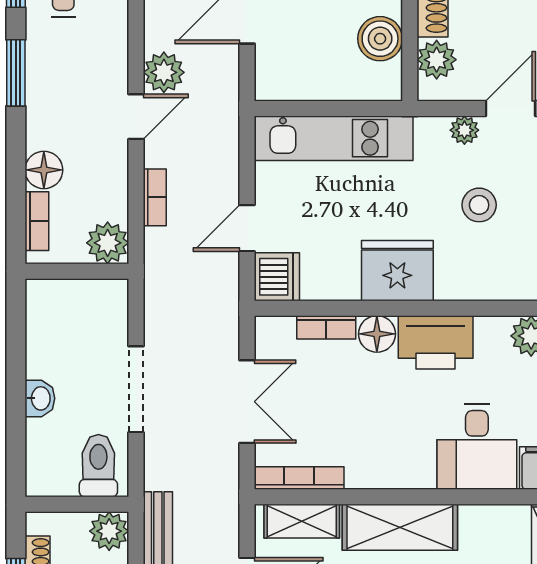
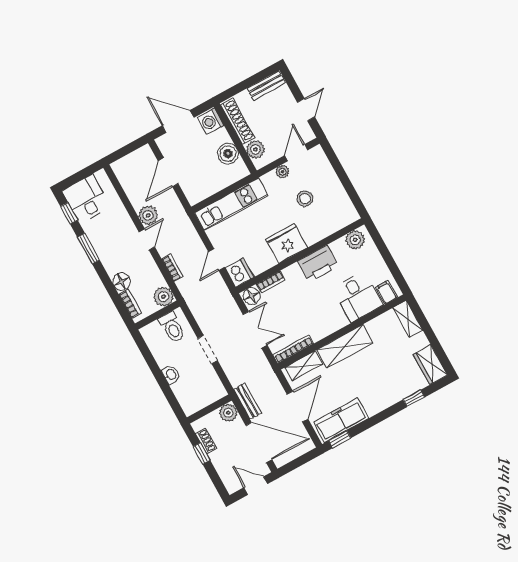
floor lamp: (377, 334) -> (251, 296), moved
doorway: (136, 389) -> (208, 349), width x0.73
toilet: (98, 466) -> (172, 327), moved, turned 180

